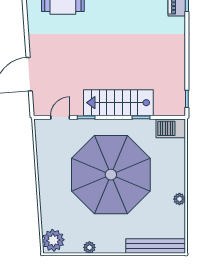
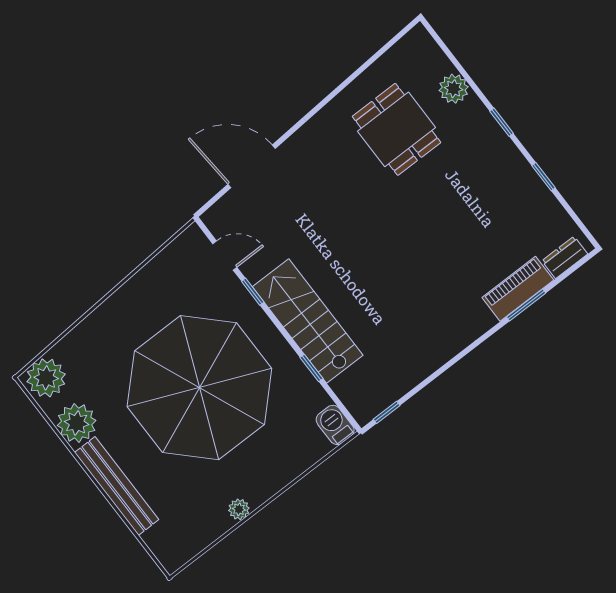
barbecue: (171, 128) -> (335, 425), width x0.73, depth x0.79
bench: (156, 246) -> (117, 486), moved
plant: (89, 247) -> (77, 423), width x1.88, depth x1.88

